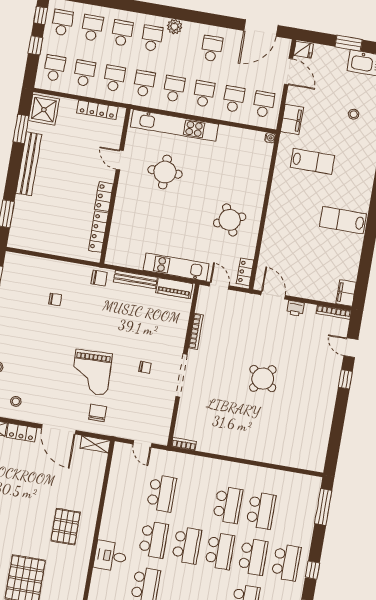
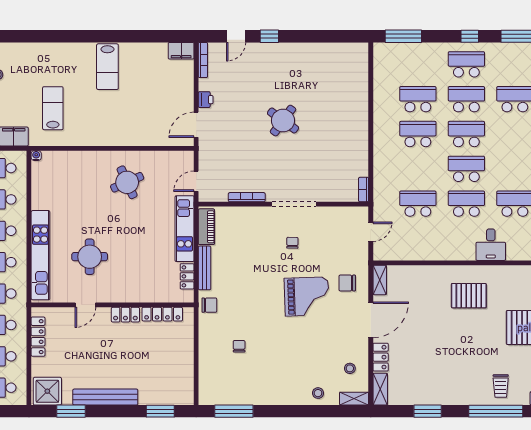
locker: (245, 272) -> (187, 276), moved, turned 90
chair: (99, 278) -> (209, 305), turned 90

